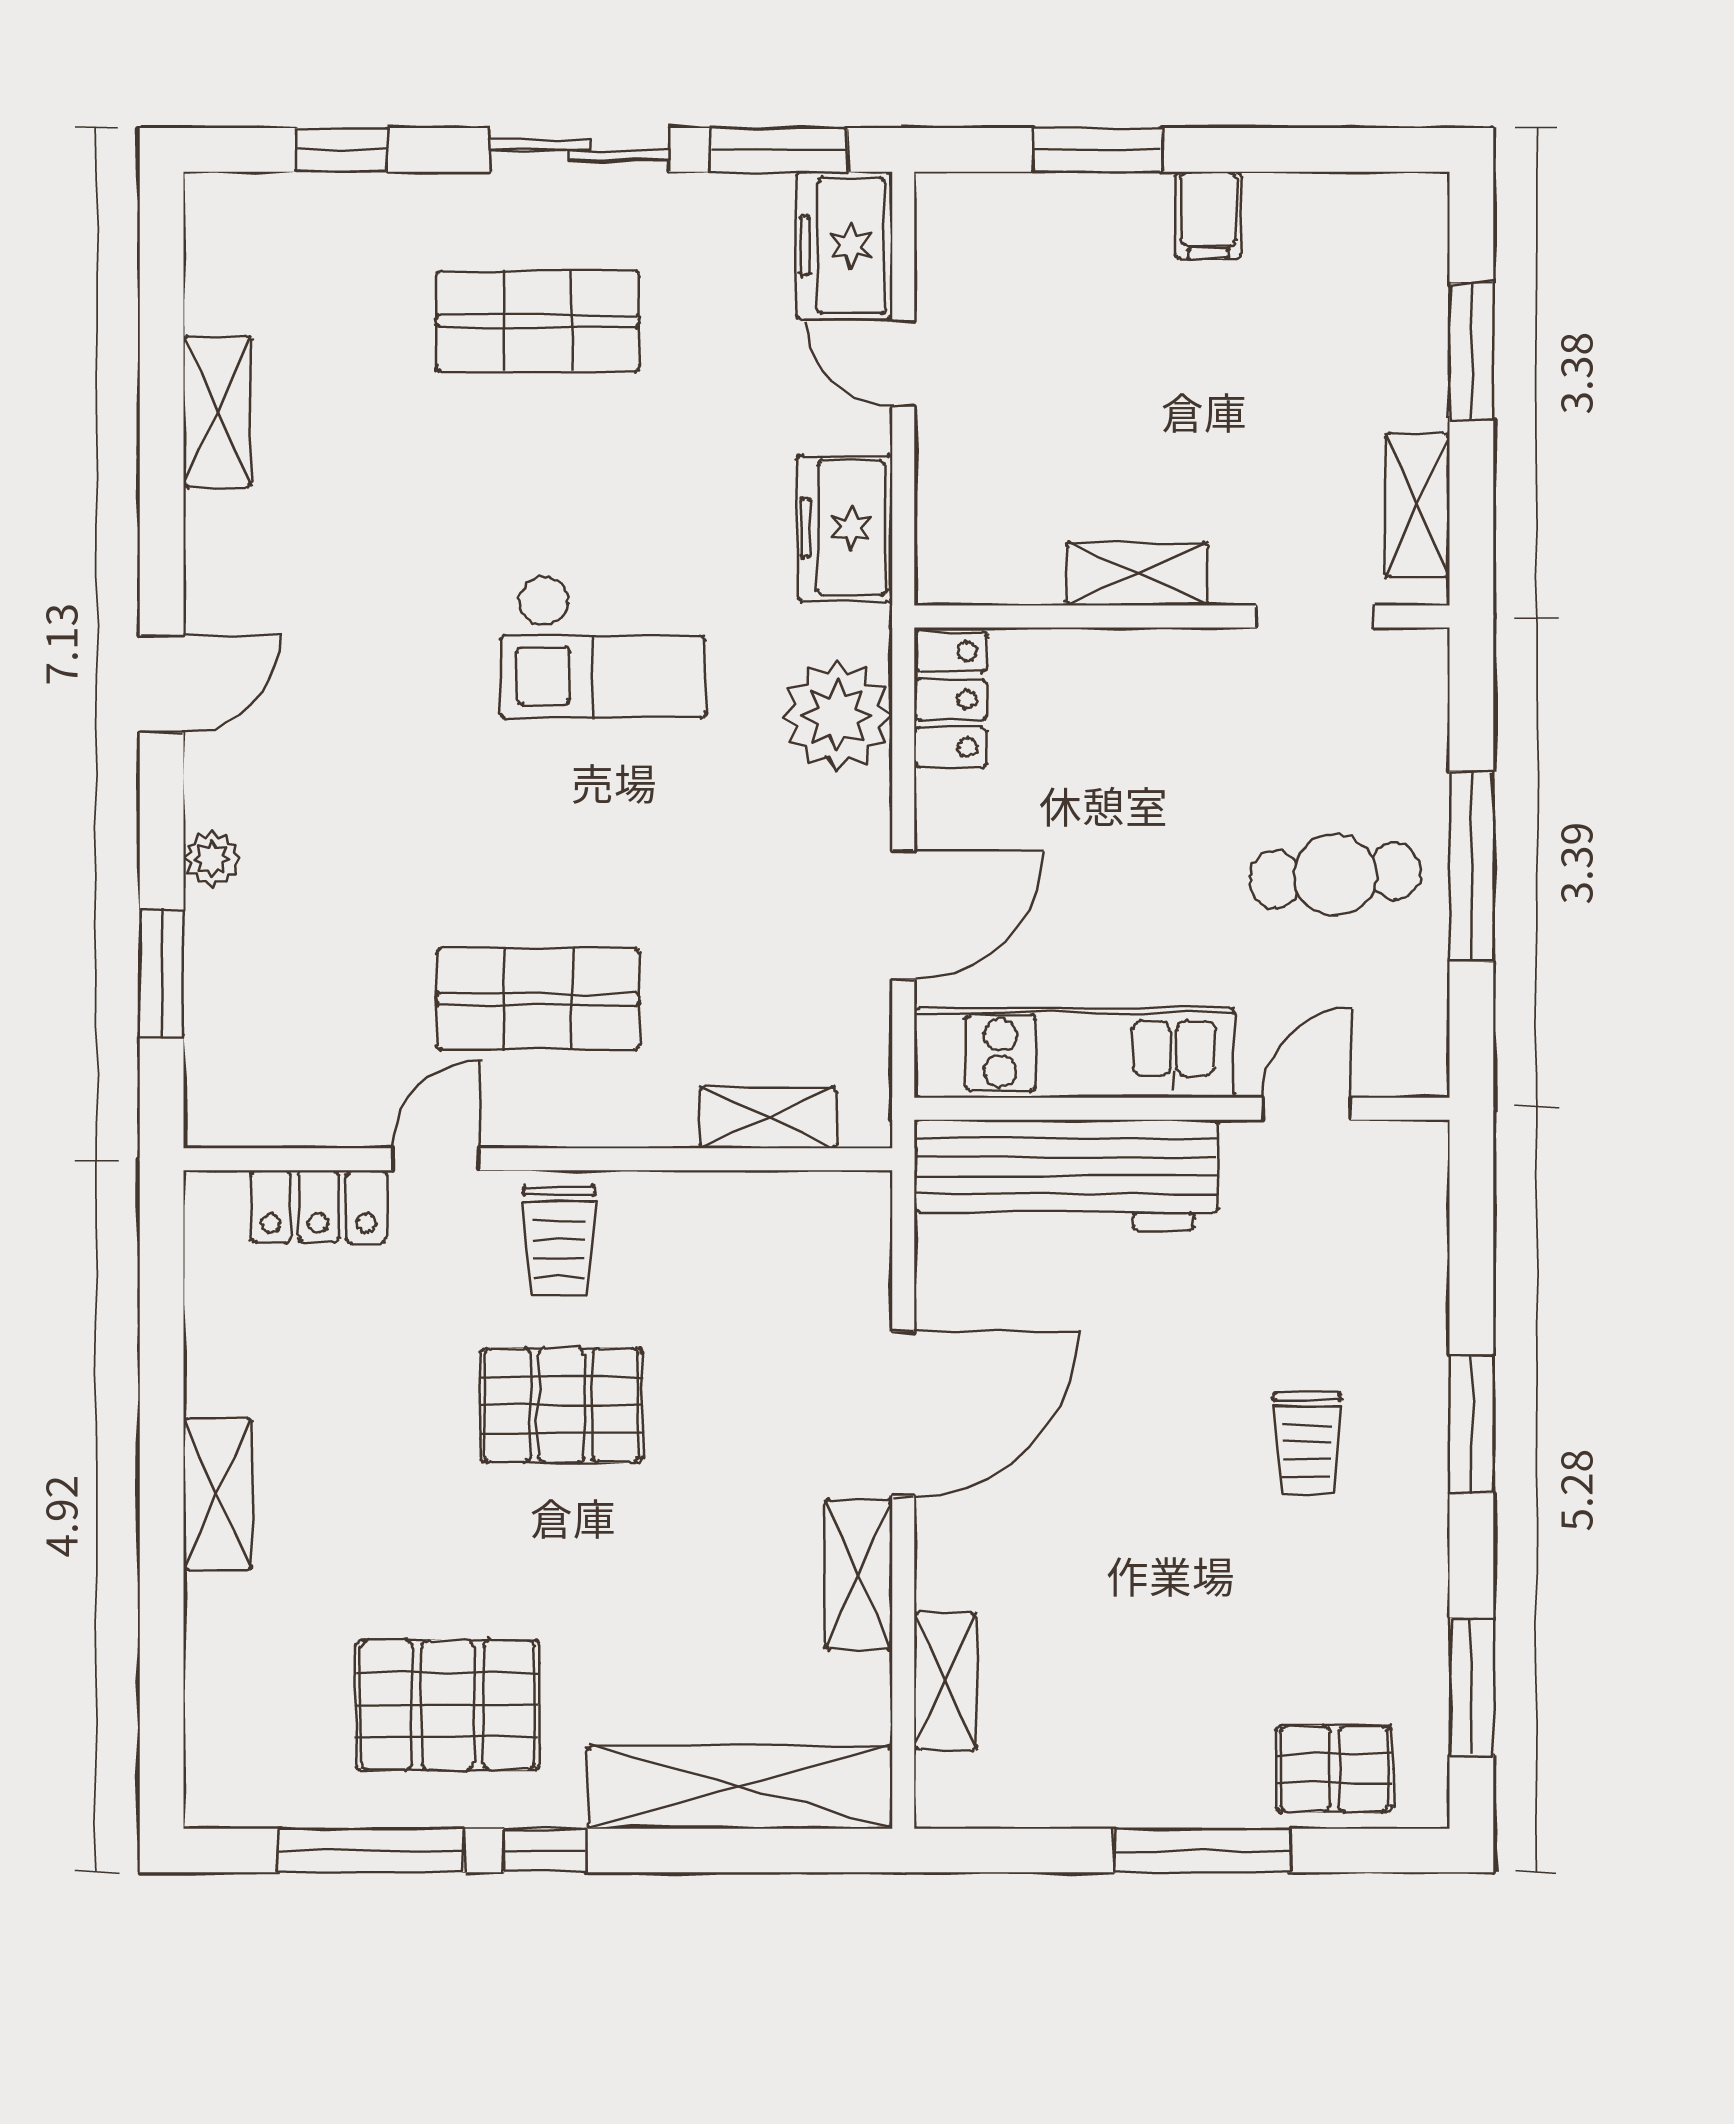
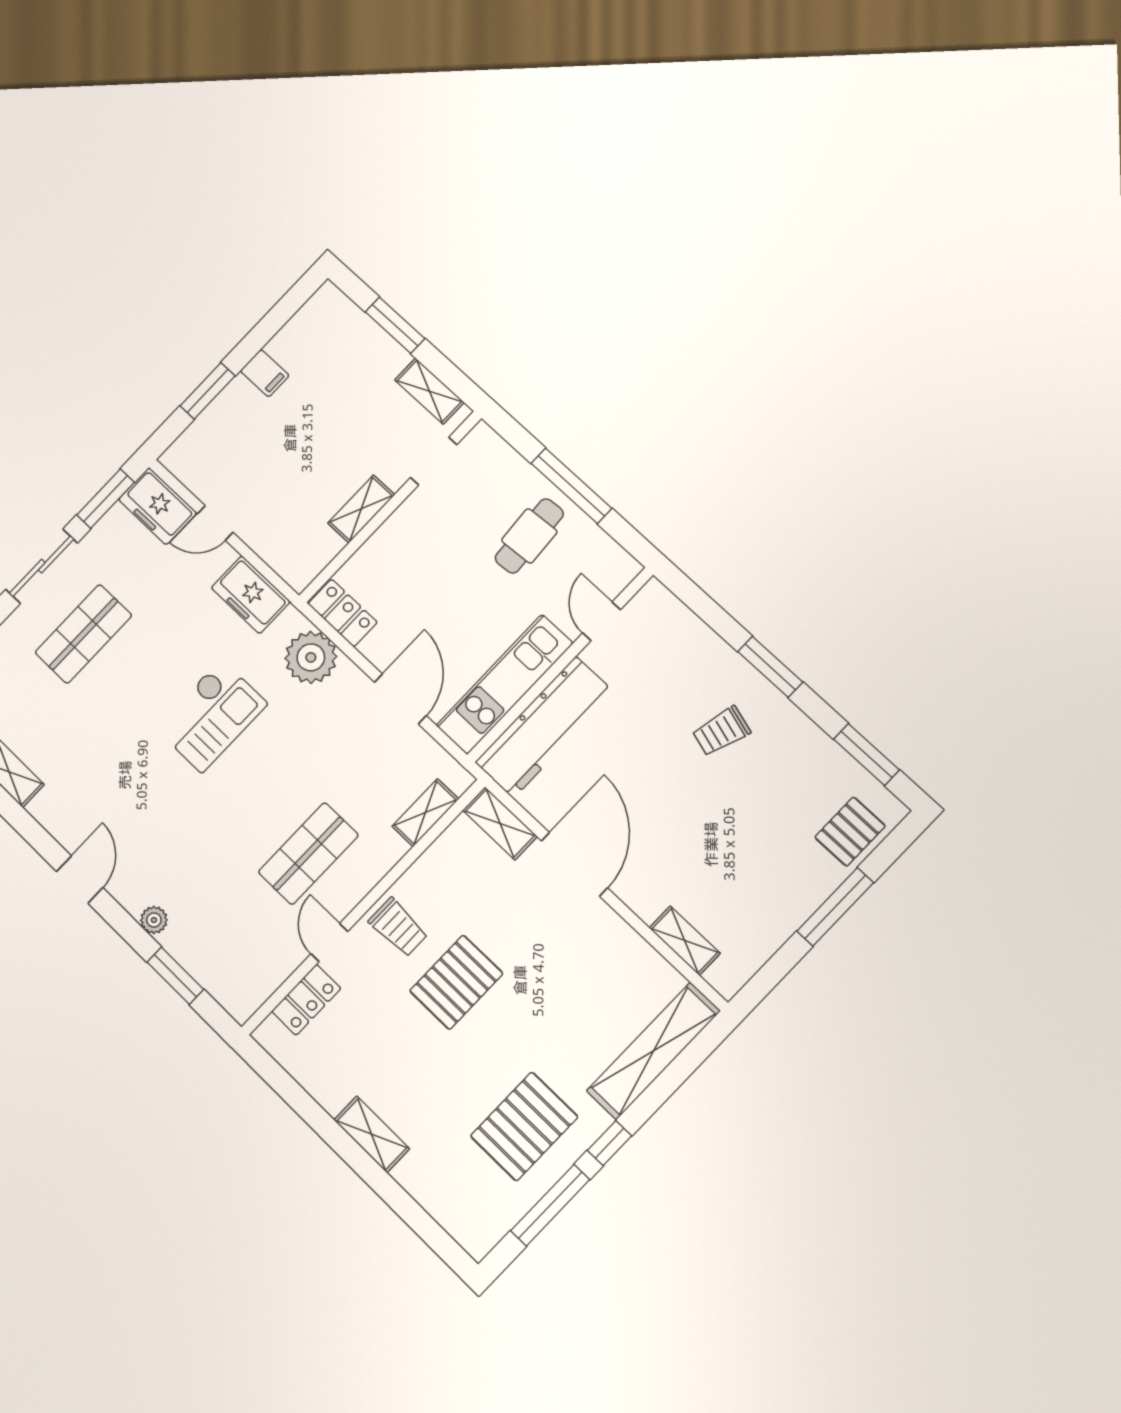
trolley: (1307, 1443) -> (721, 731), turned 106
shelving: (859, 1574) -> (500, 823), moved

